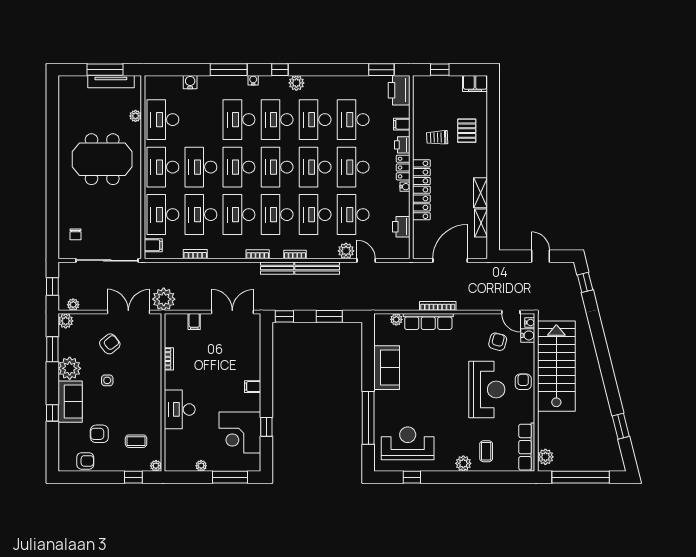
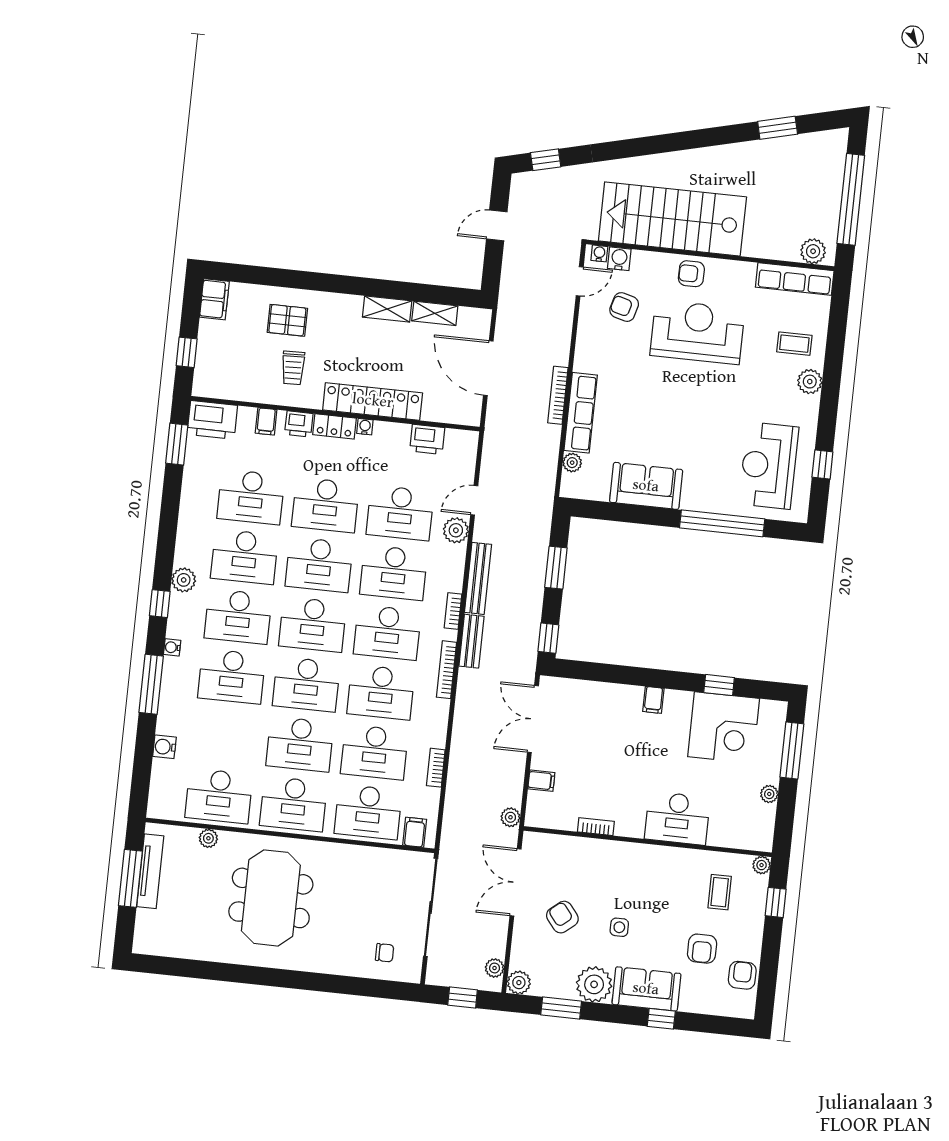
bookcase: (258, 254) -> (447, 670), width x1.56
plant: (164, 299) -> (510, 817), width x0.53, depth x0.53

